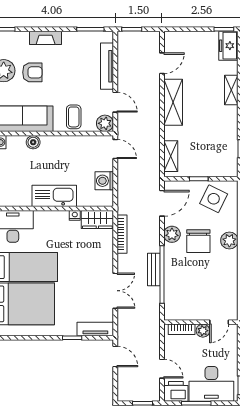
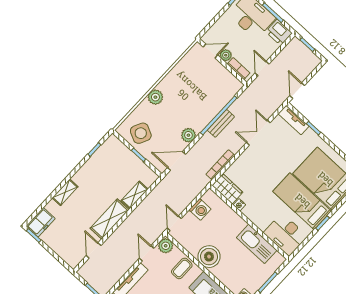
door: (162, 63) -> (94, 250), hinge flipped
boiler: (33, 142) -> (209, 257), moved, width x1.86, depth x1.86
shelving: (171, 156) -> (135, 195), moved
kitchen sink: (54, 196) -> (257, 244), moved
chair: (198, 241) -> (176, 115), removed
door: (162, 369) -> (262, 68), moved

